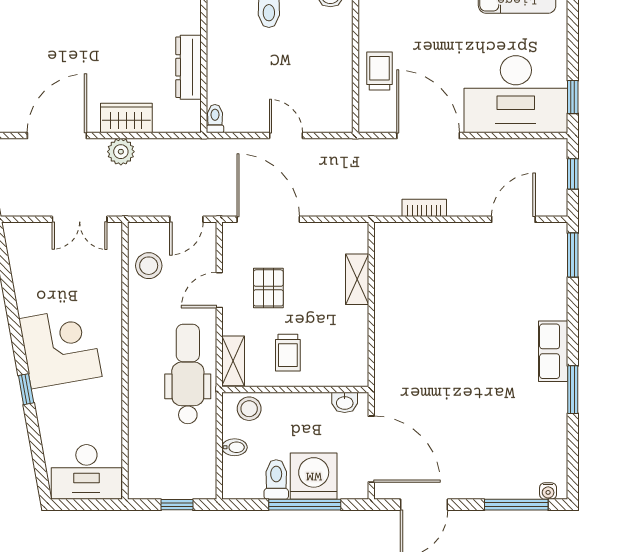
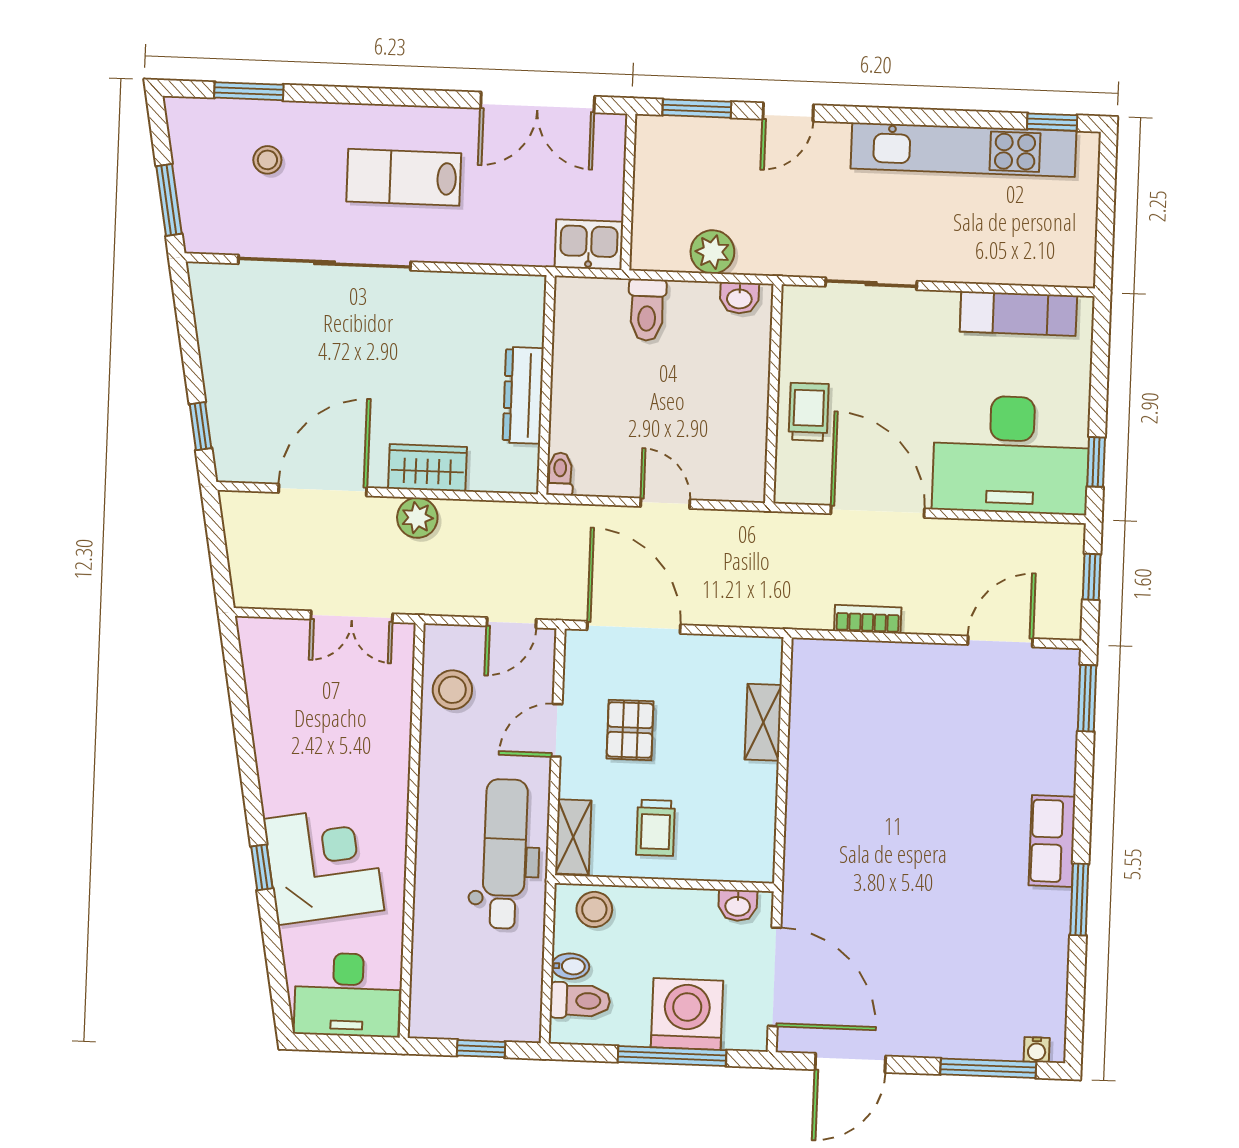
corner desk: (60, 348) -> (324, 865), moved
toilet: (276, 480) -> (580, 1001), moved, turned 90

